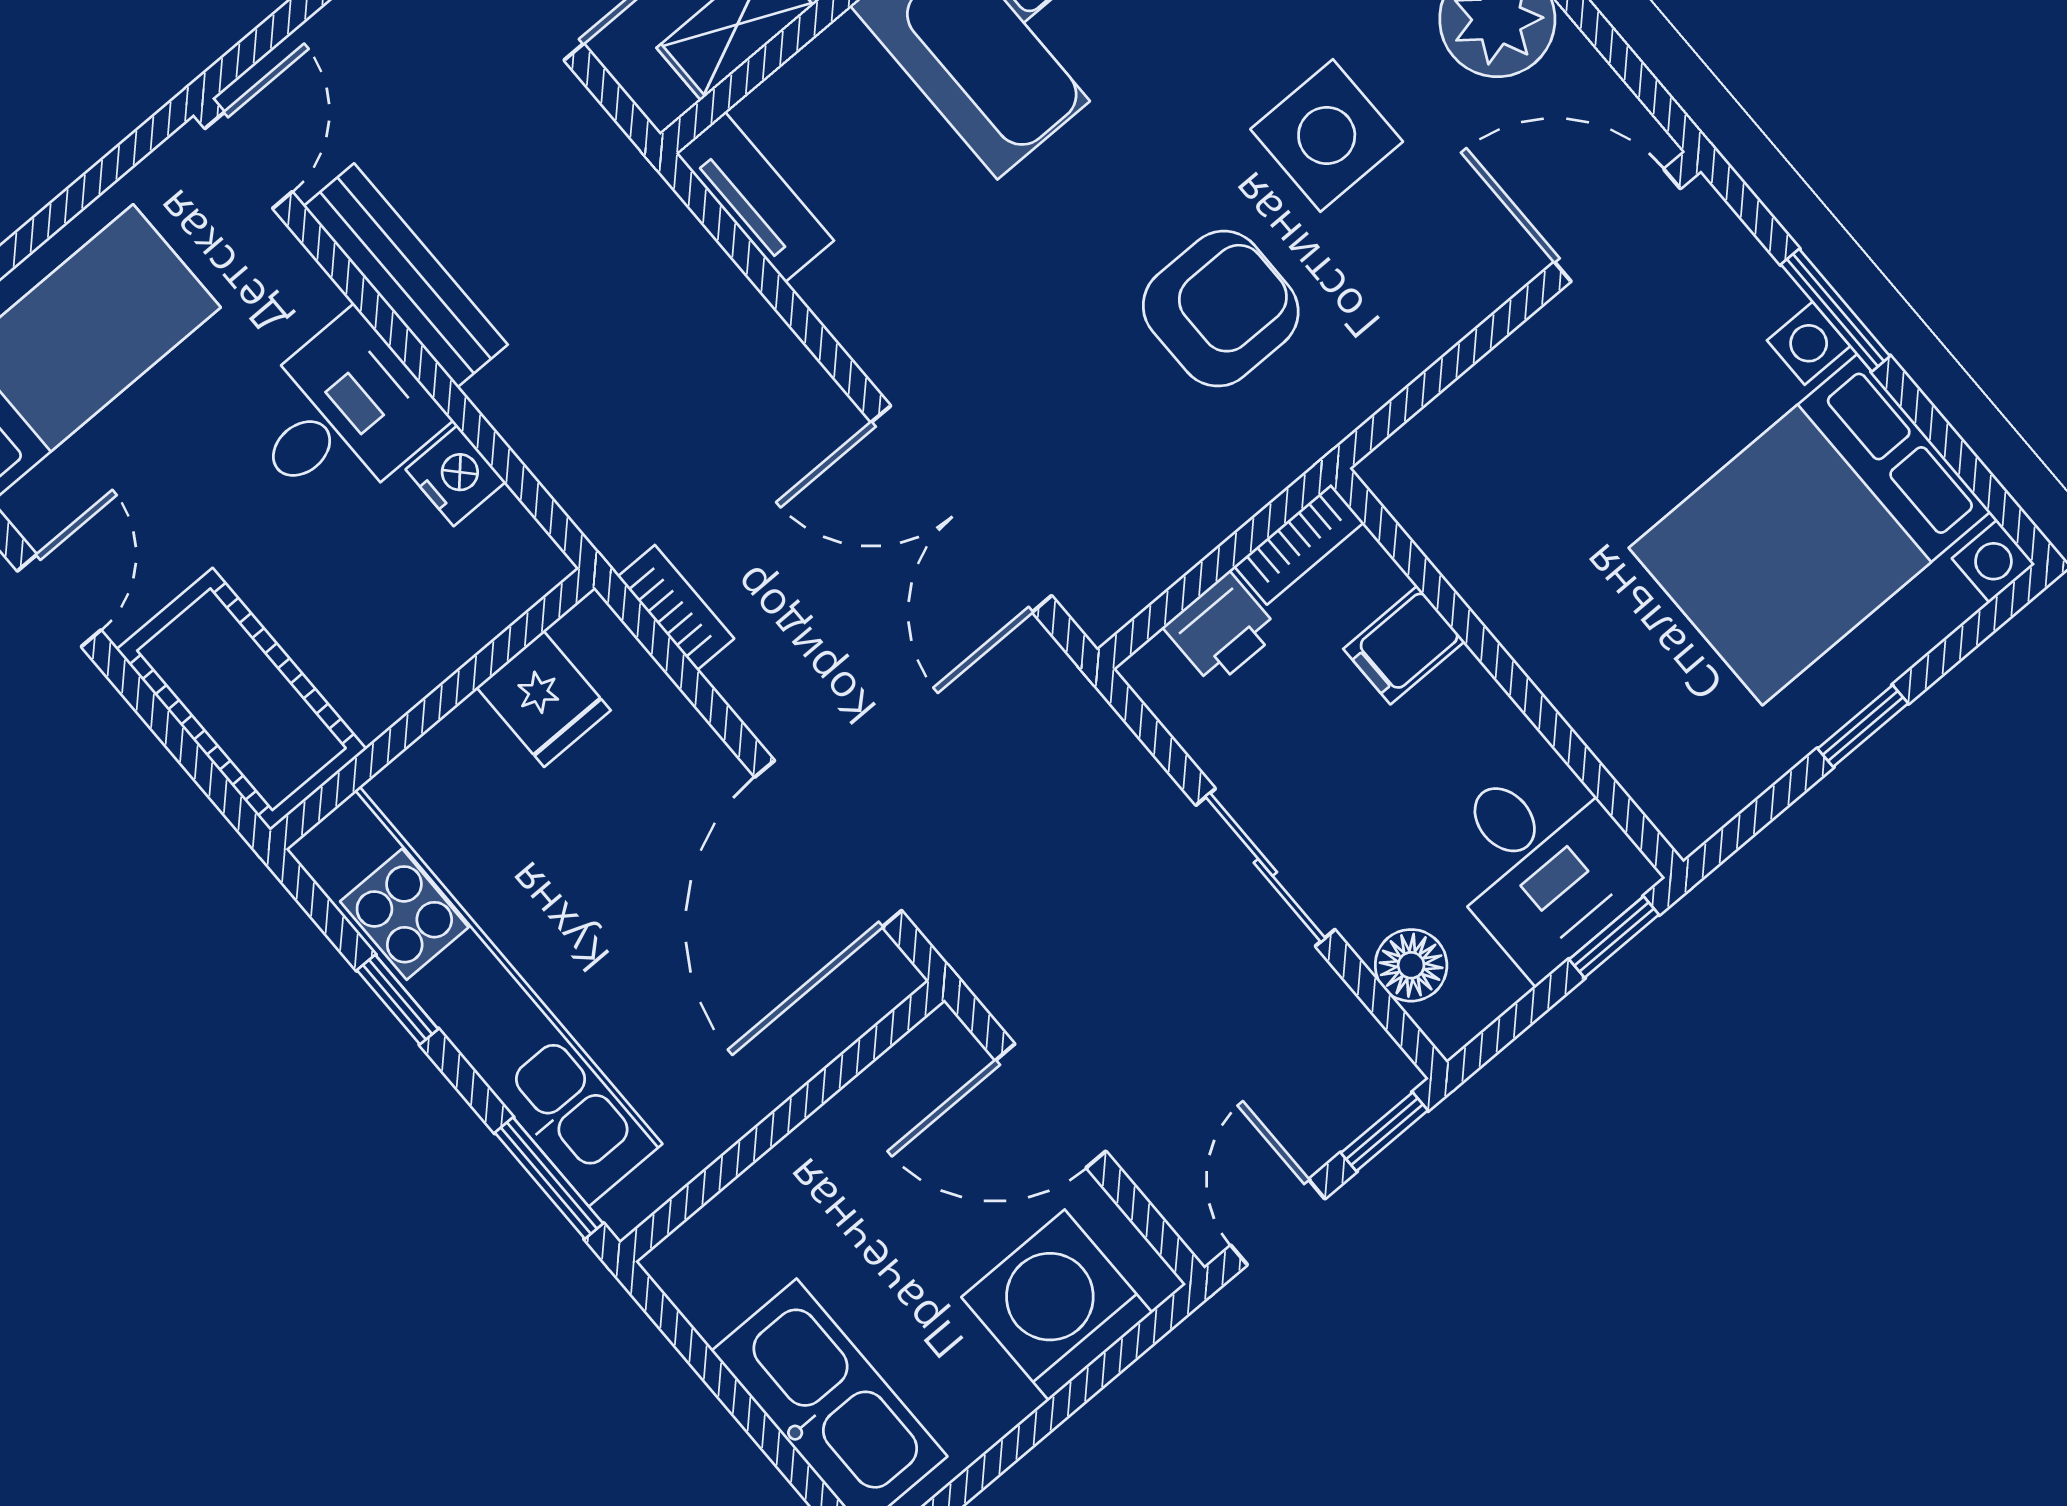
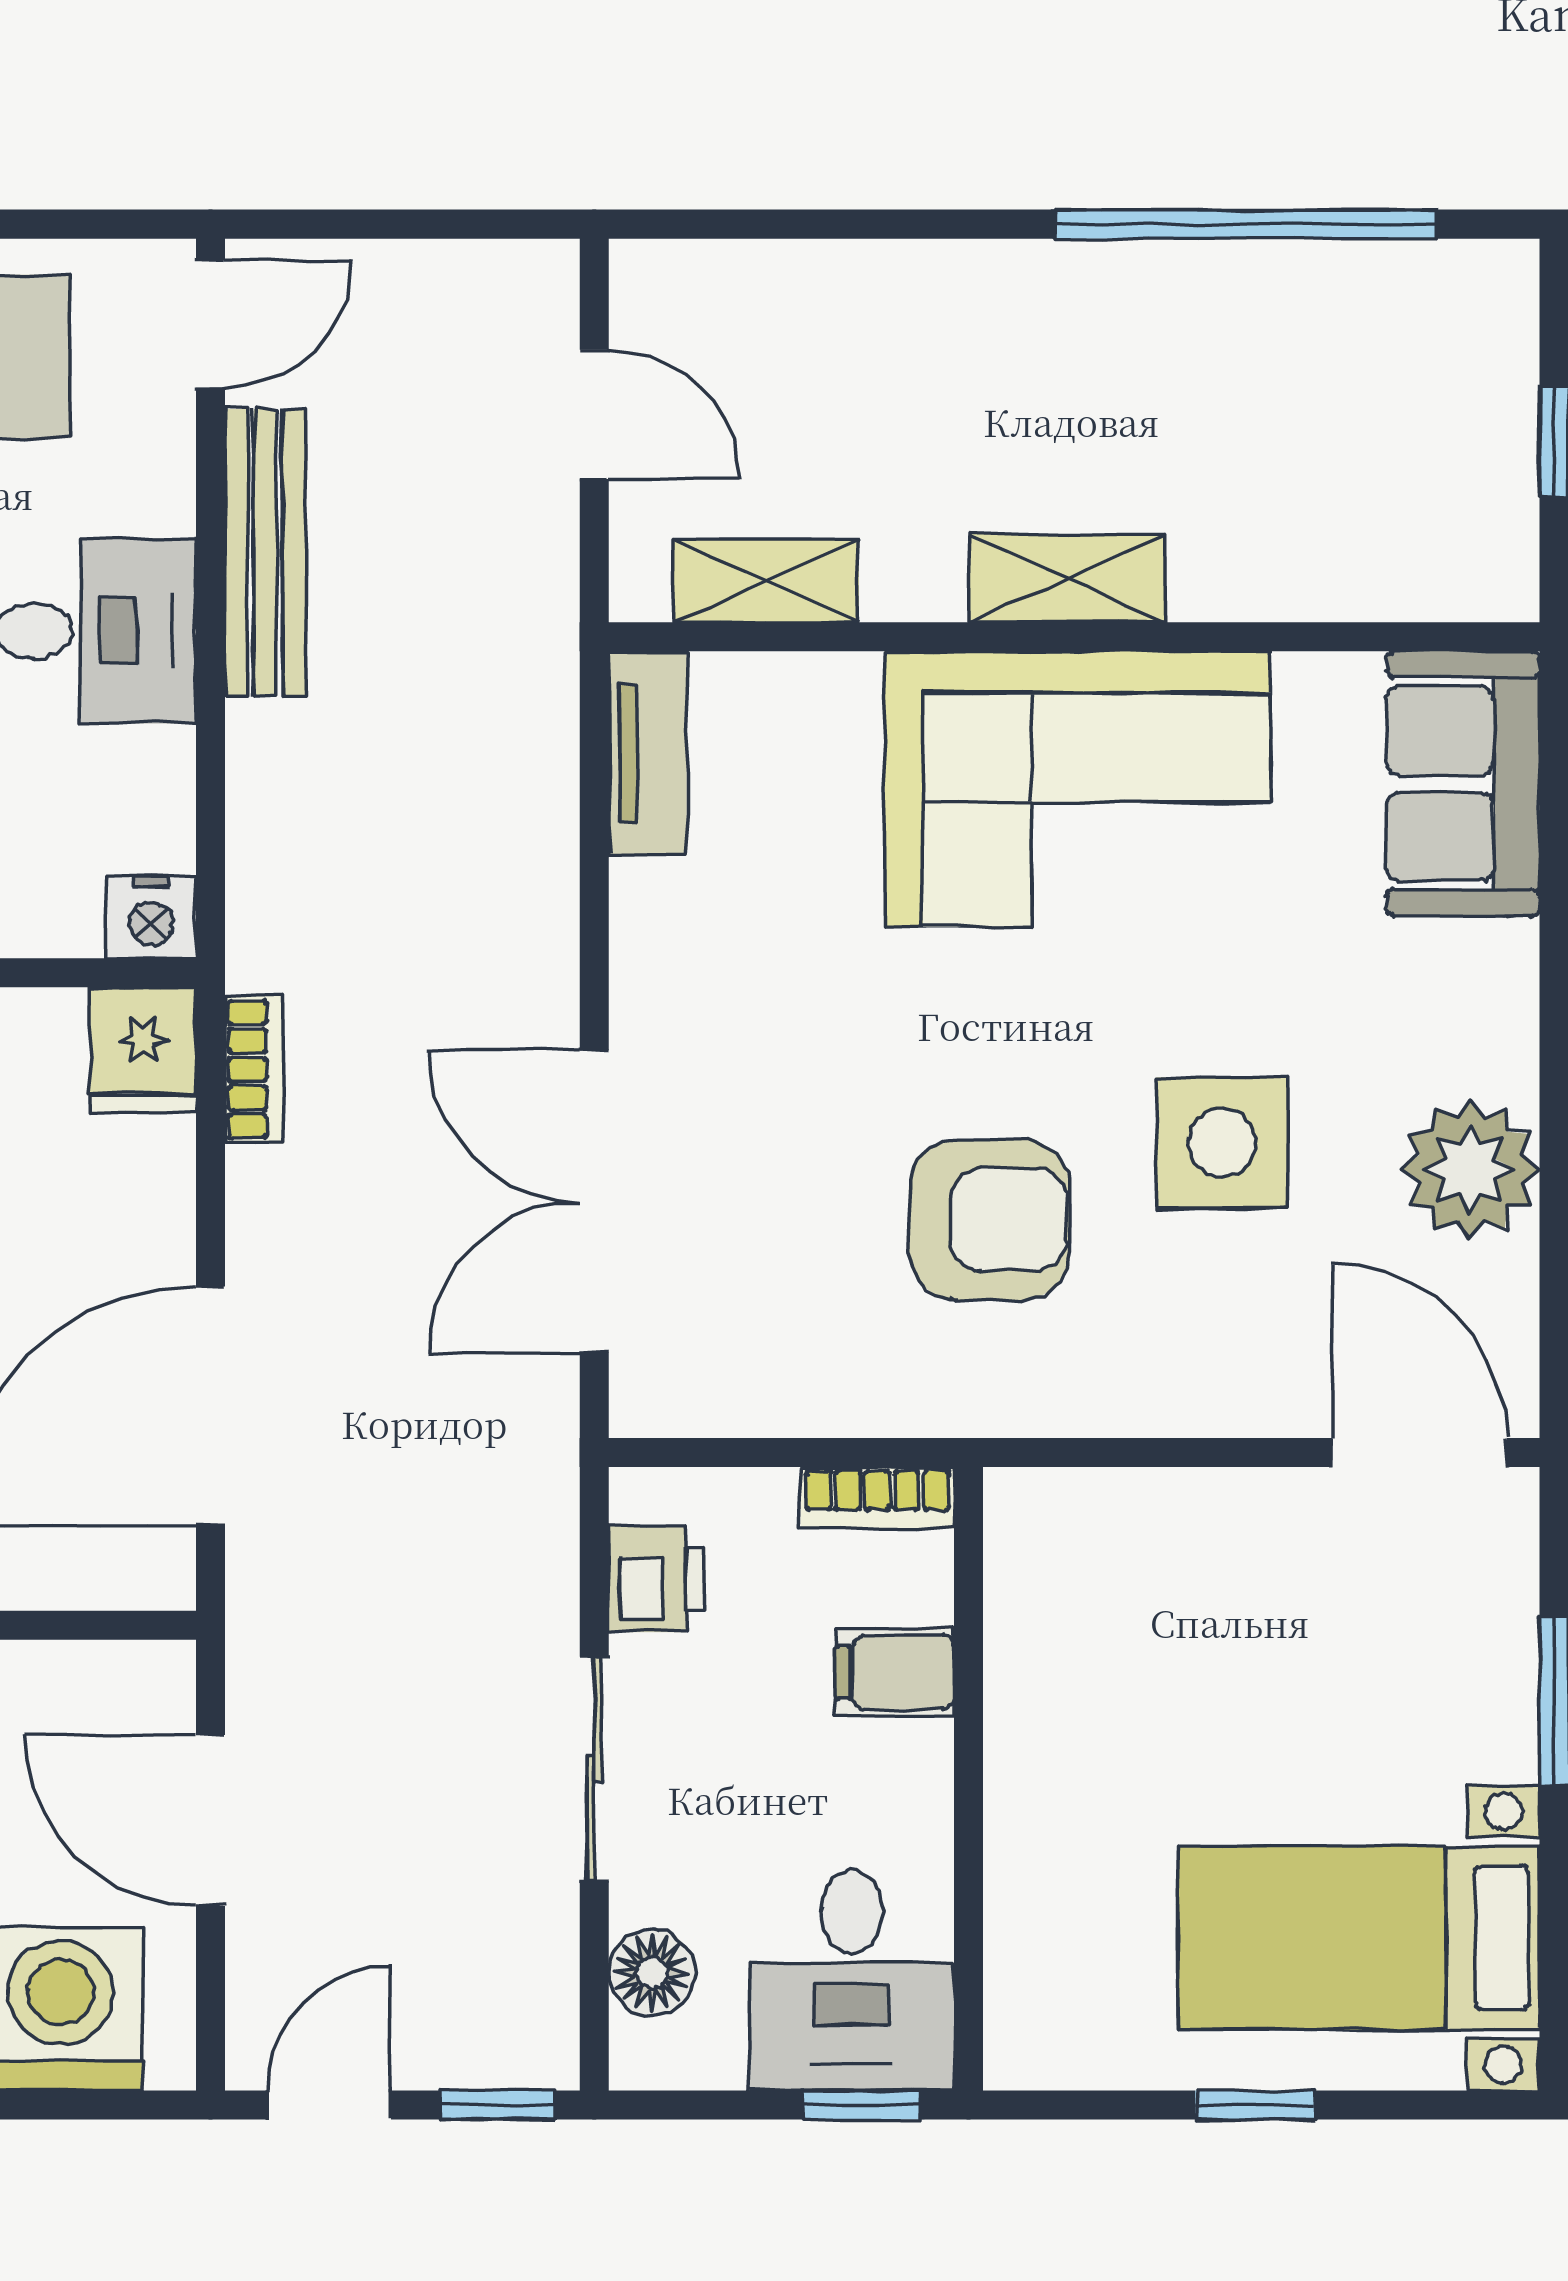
nightstand: (456, 476) -> (151, 917), moved, turned 90
bed with nightstands: (1810, 530) -> (1359, 1938), width x0.73
printer: (1221, 629) -> (657, 1579), moved, turned -90
fridge: (544, 699) -> (143, 1050), moved

